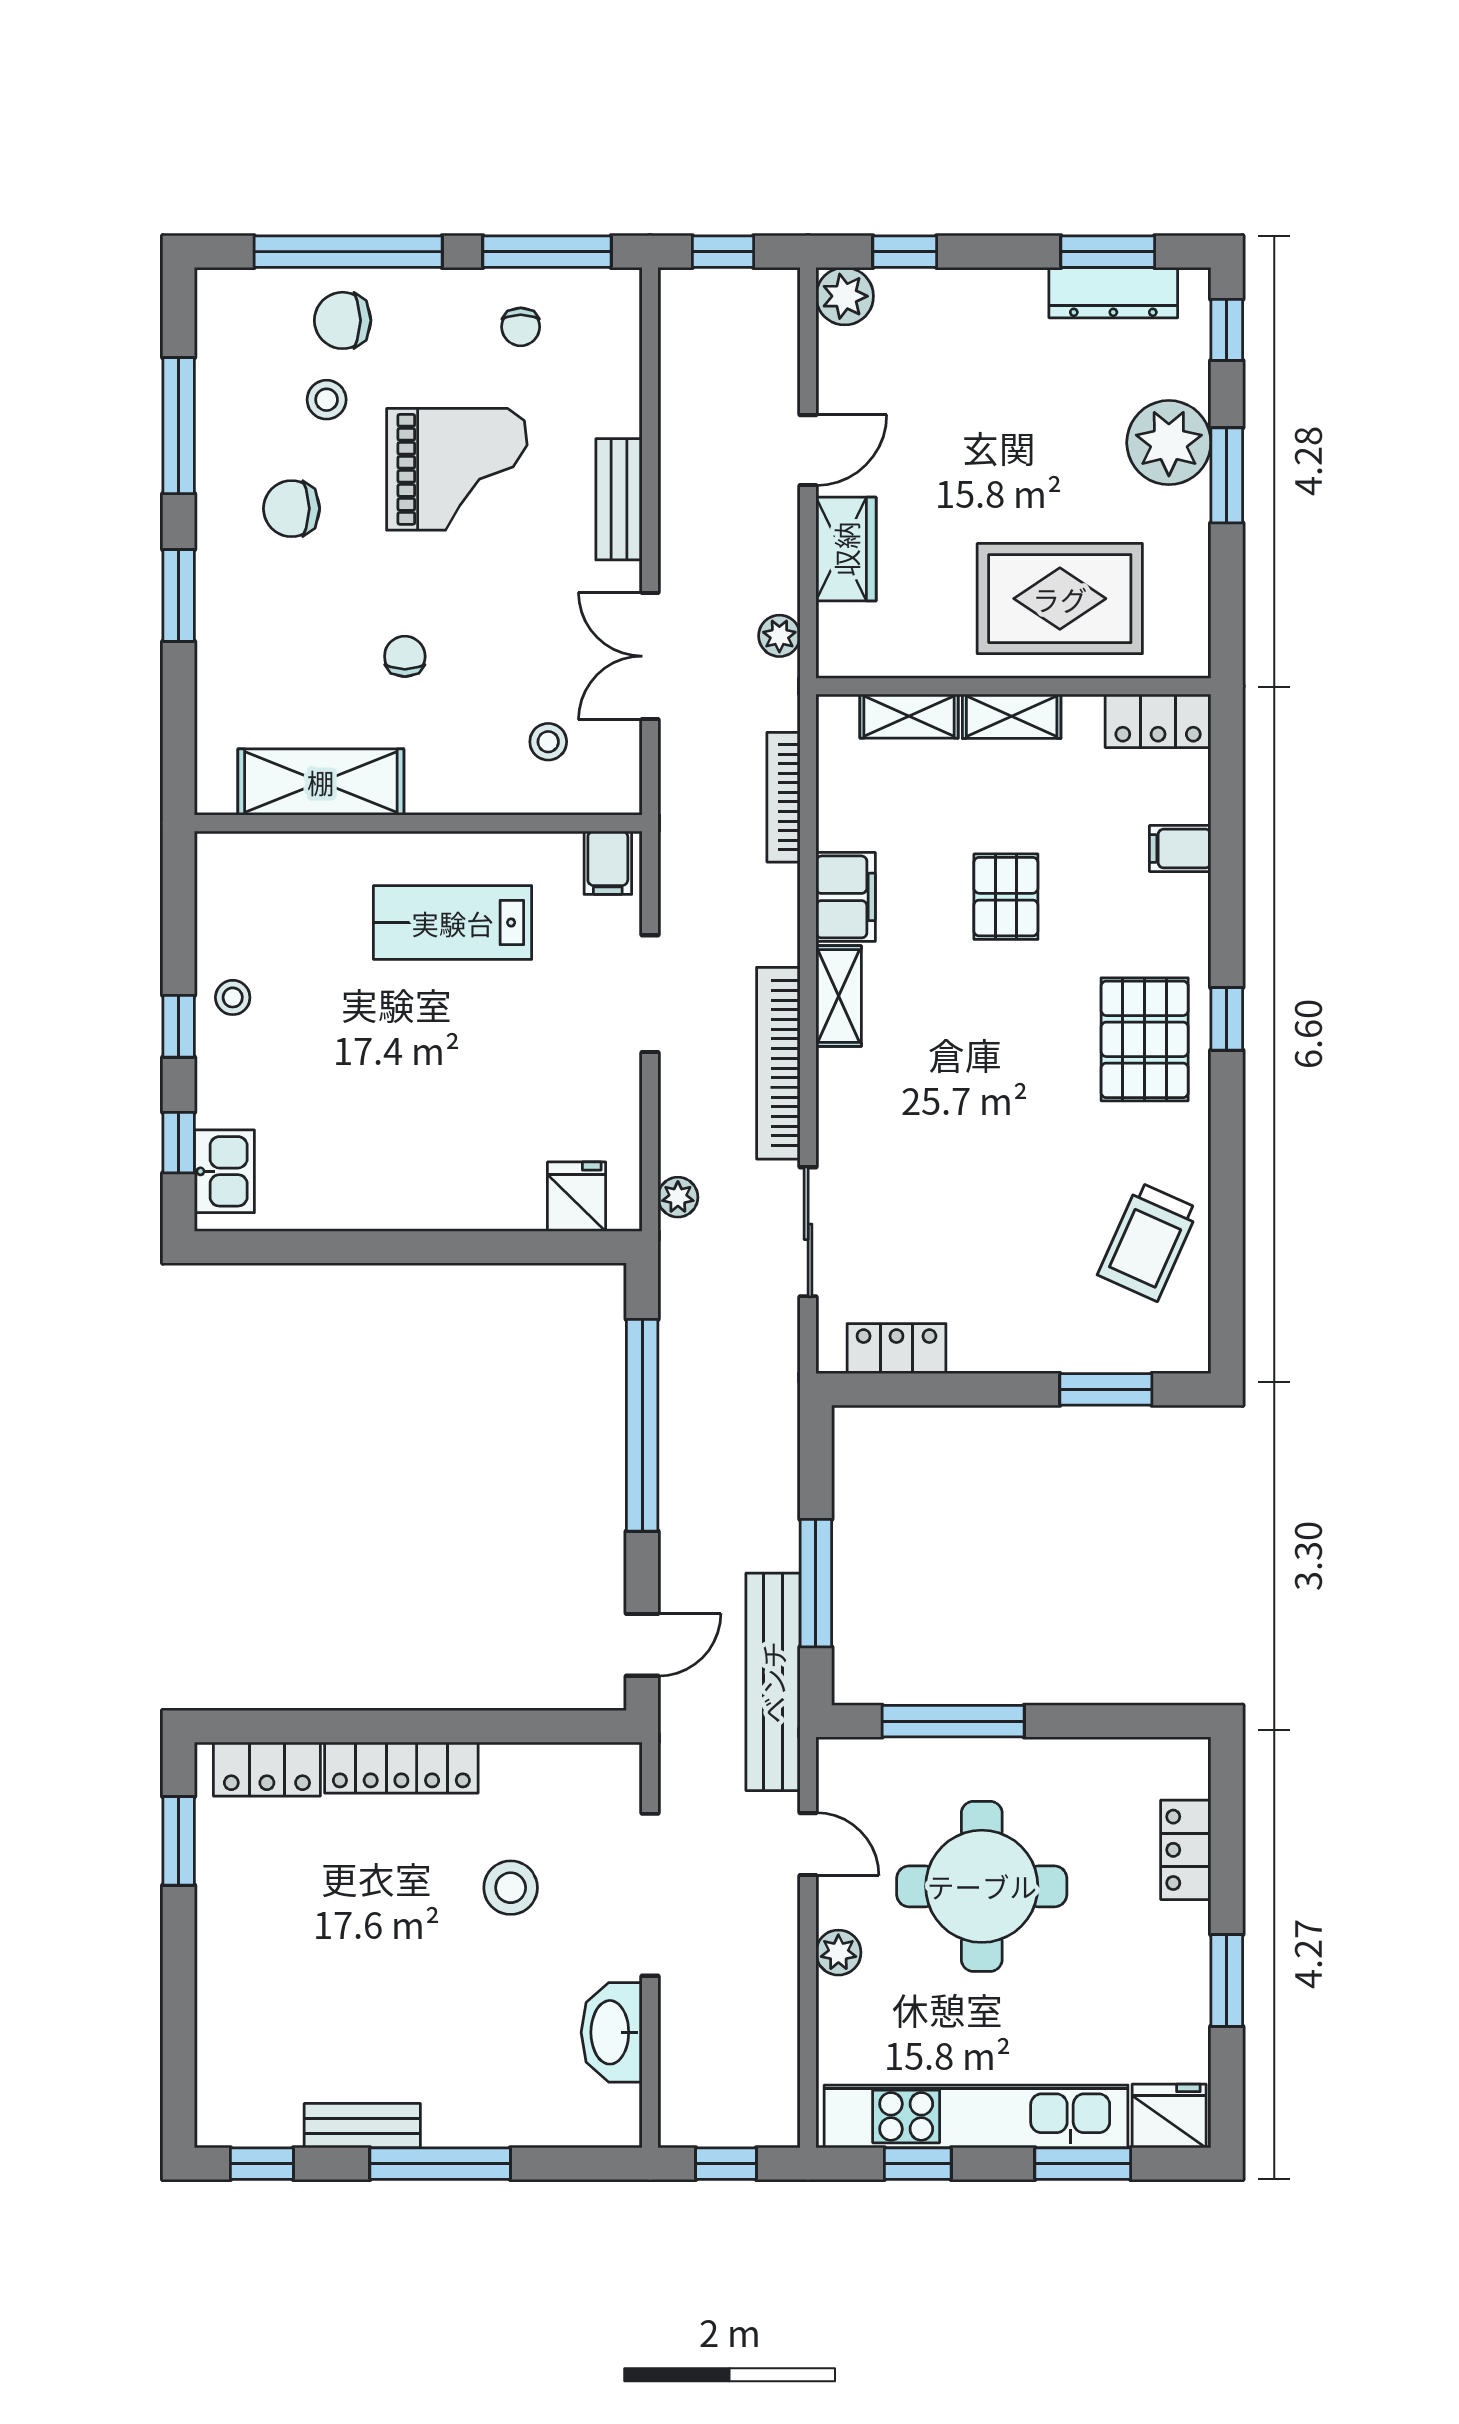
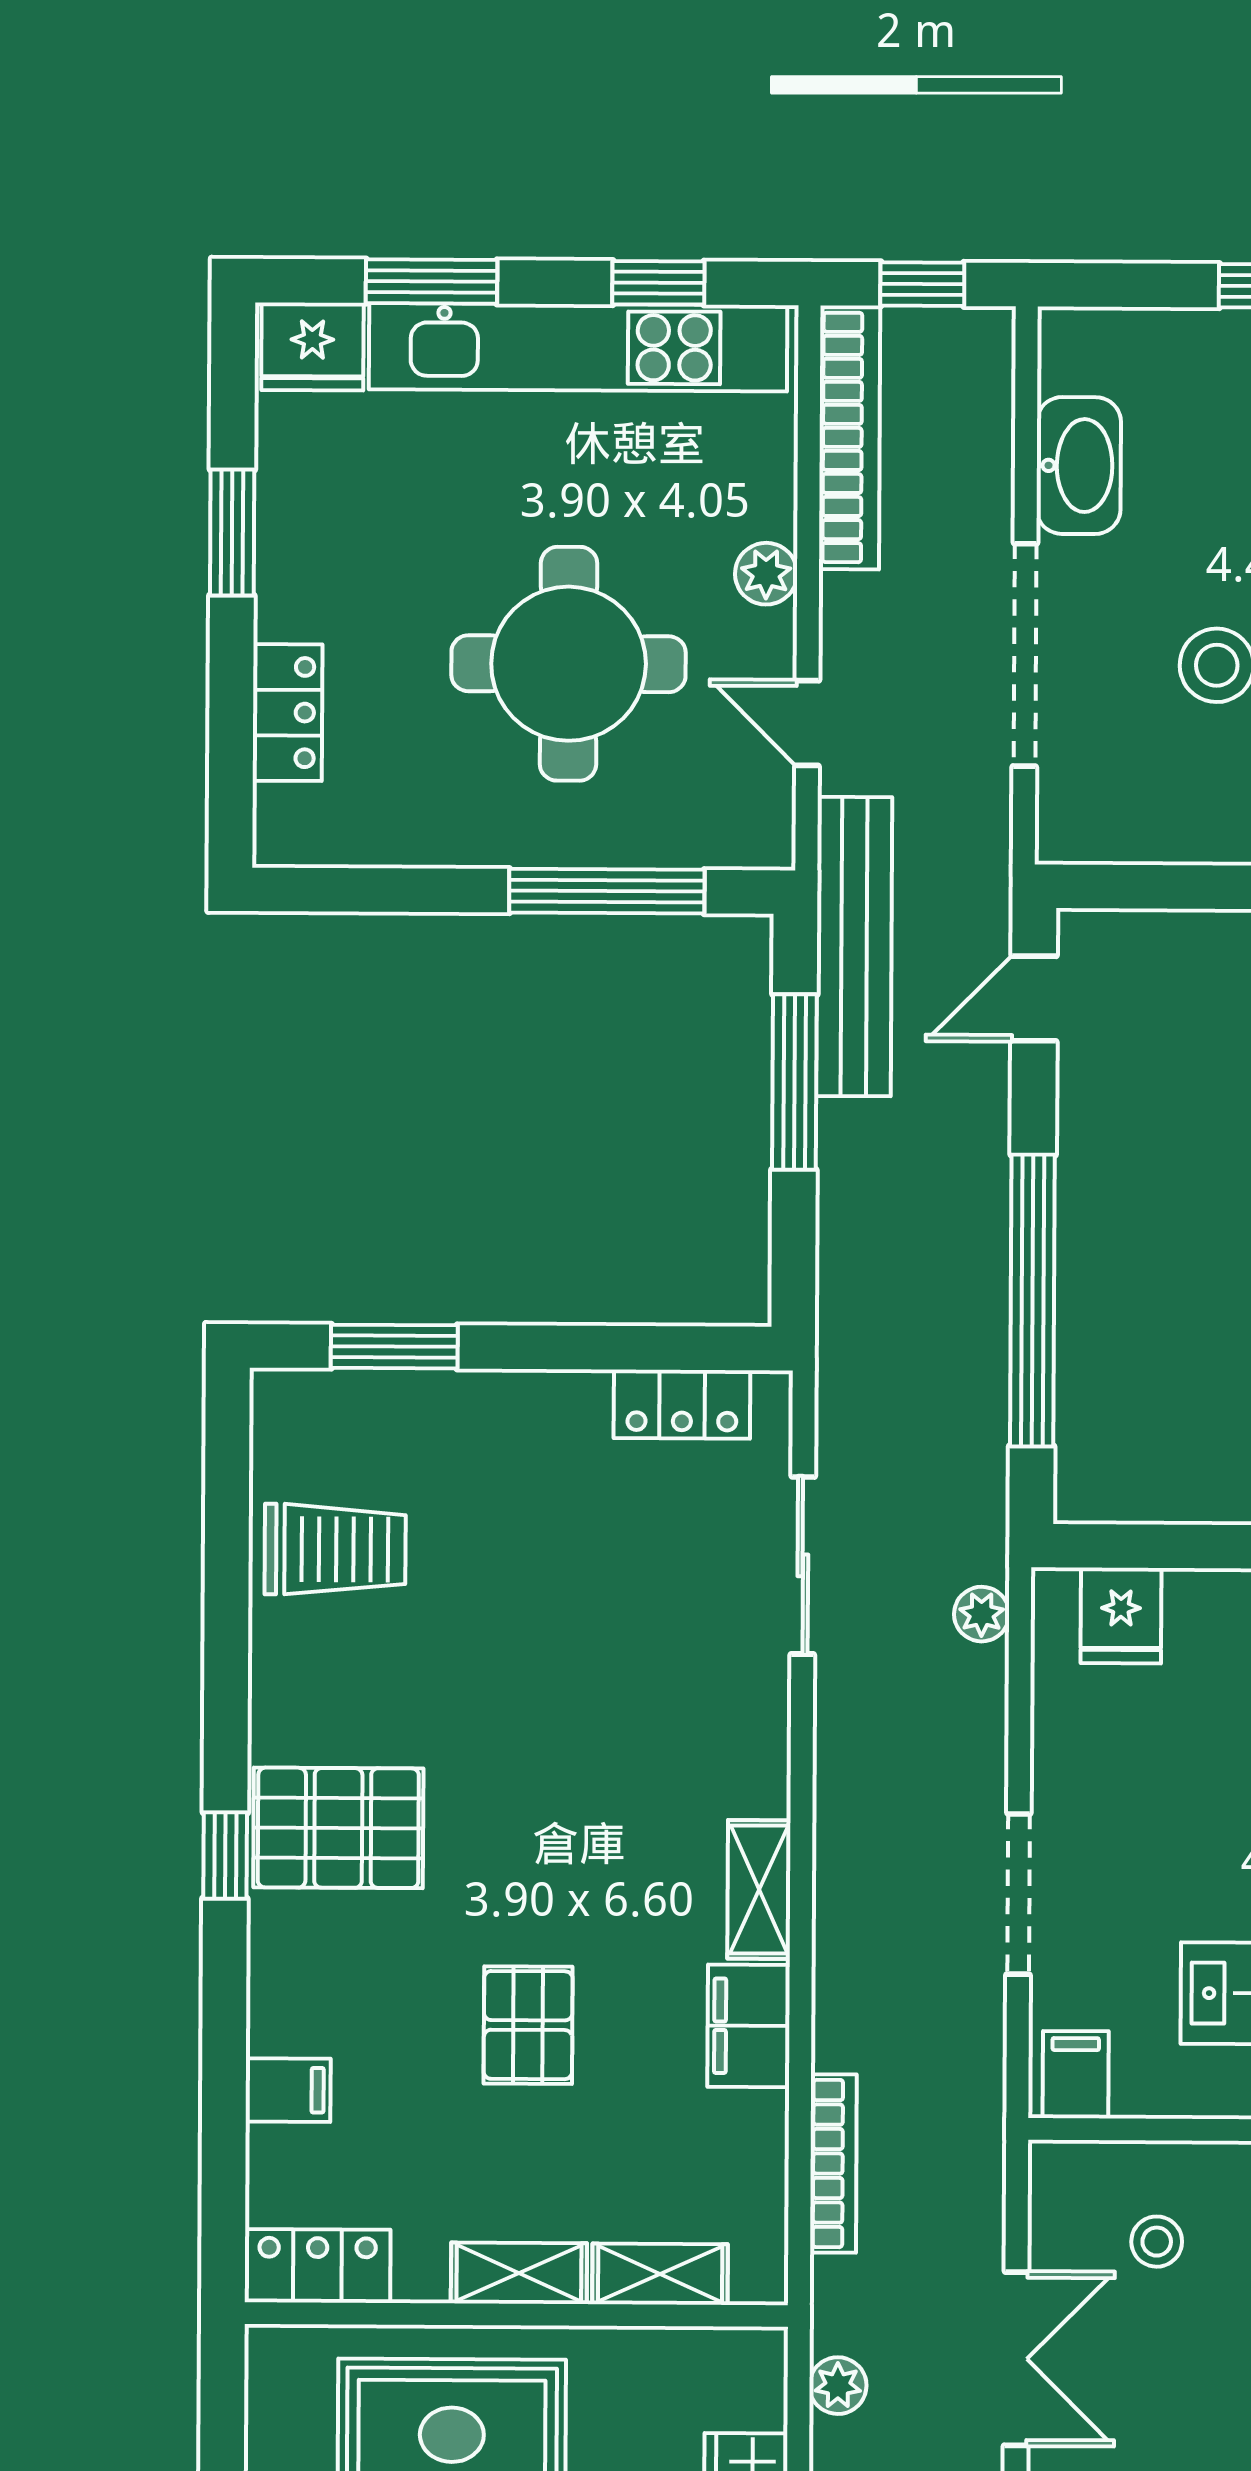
pallet: (1145, 1039) -> (338, 1828), turned 90
bookcase: (778, 1063) -> (850, 437), moved
trolley: (1148, 1242) -> (335, 1549), turned 66

